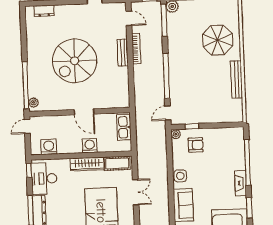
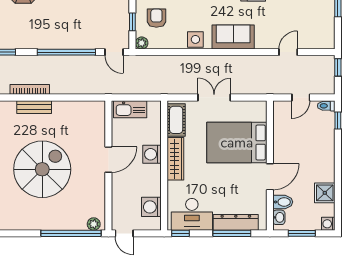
spiral stairs: (75, 61) -> (42, 169), turned -90

